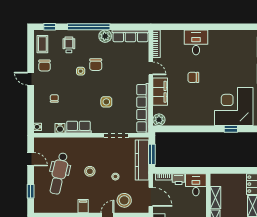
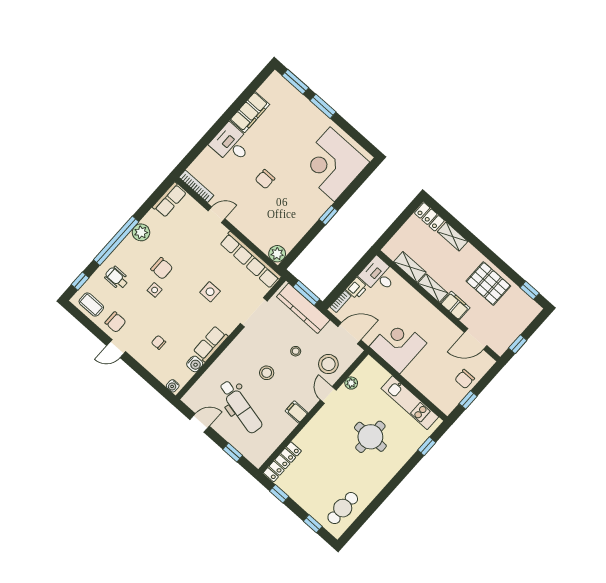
row of seats: (130, 36) -> (169, 200), width x0.68
filing cabinet: (160, 92) -> (250, 112), moved, turned 90
window: (231, 129) -> (328, 215), moved

